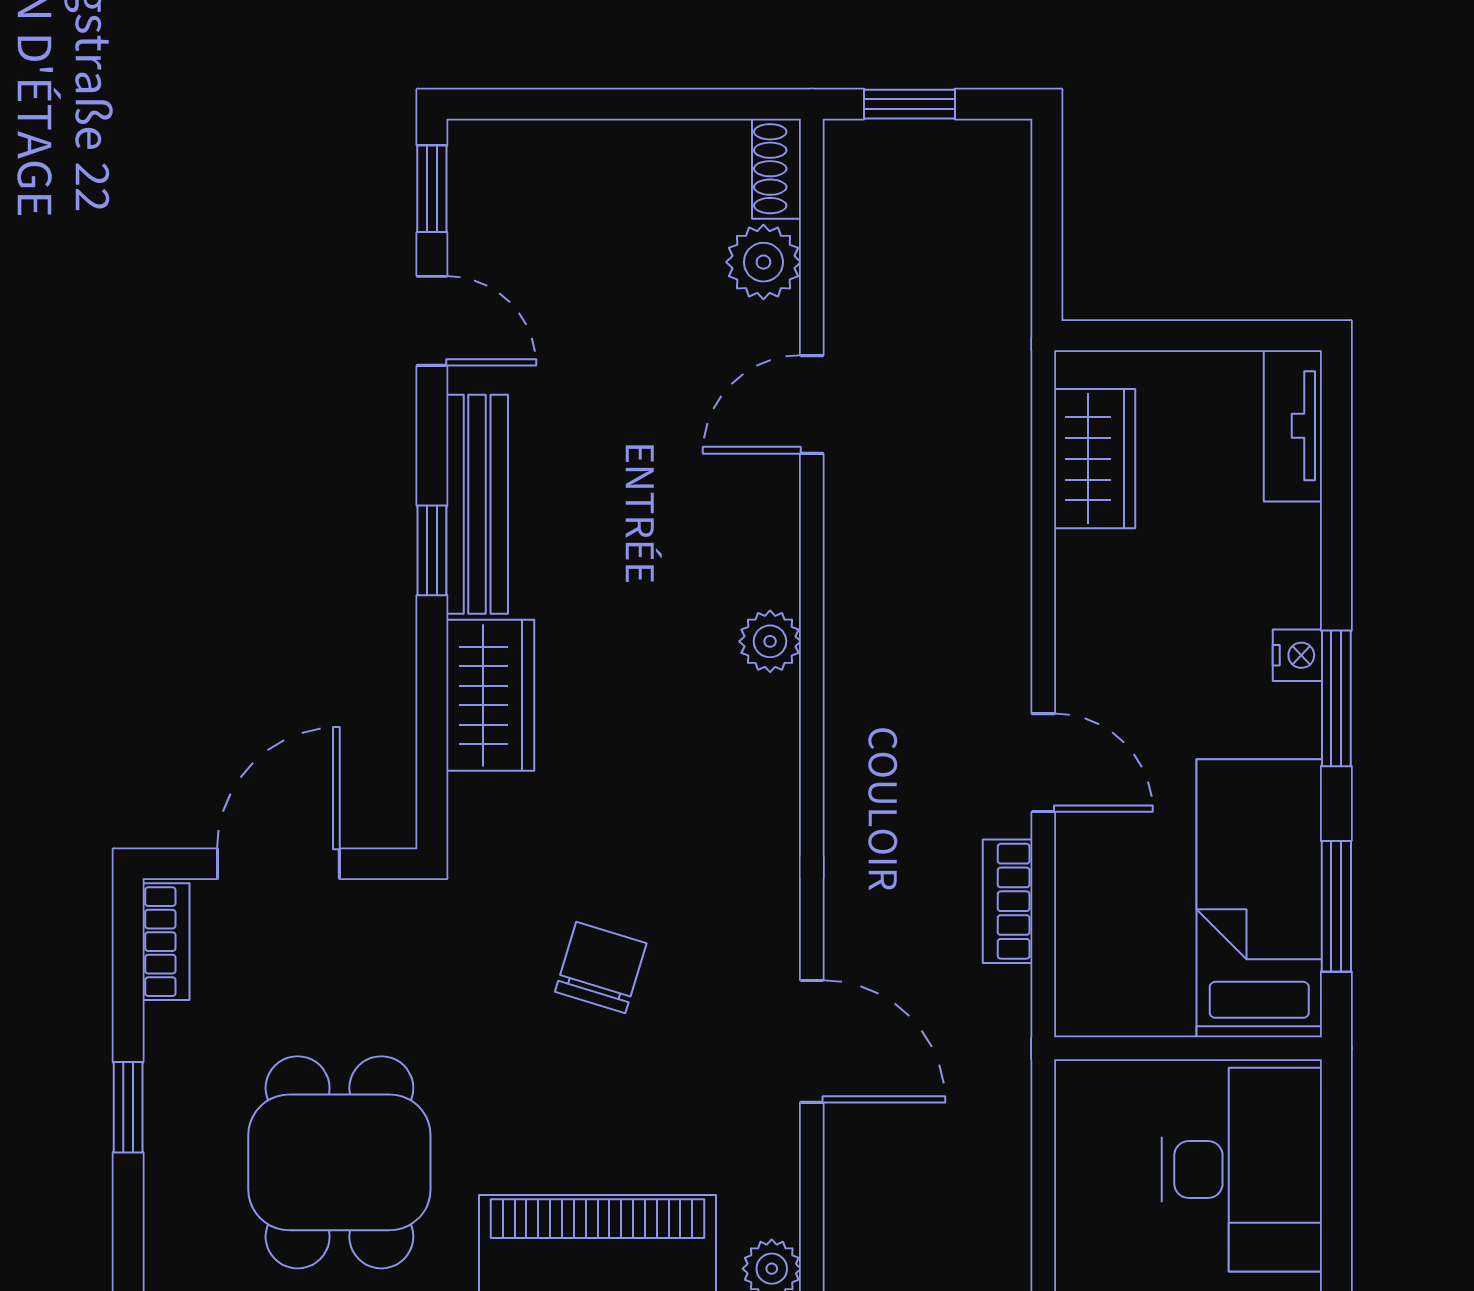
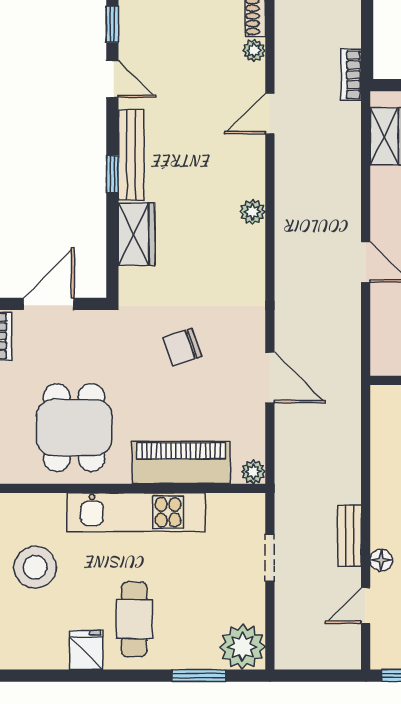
plant: (763, 262) -> (254, 50), width x0.73, depth x0.73
bookcase: (1008, 901) -> (351, 75), moved
chair: (601, 968) -> (182, 347), turned -126

